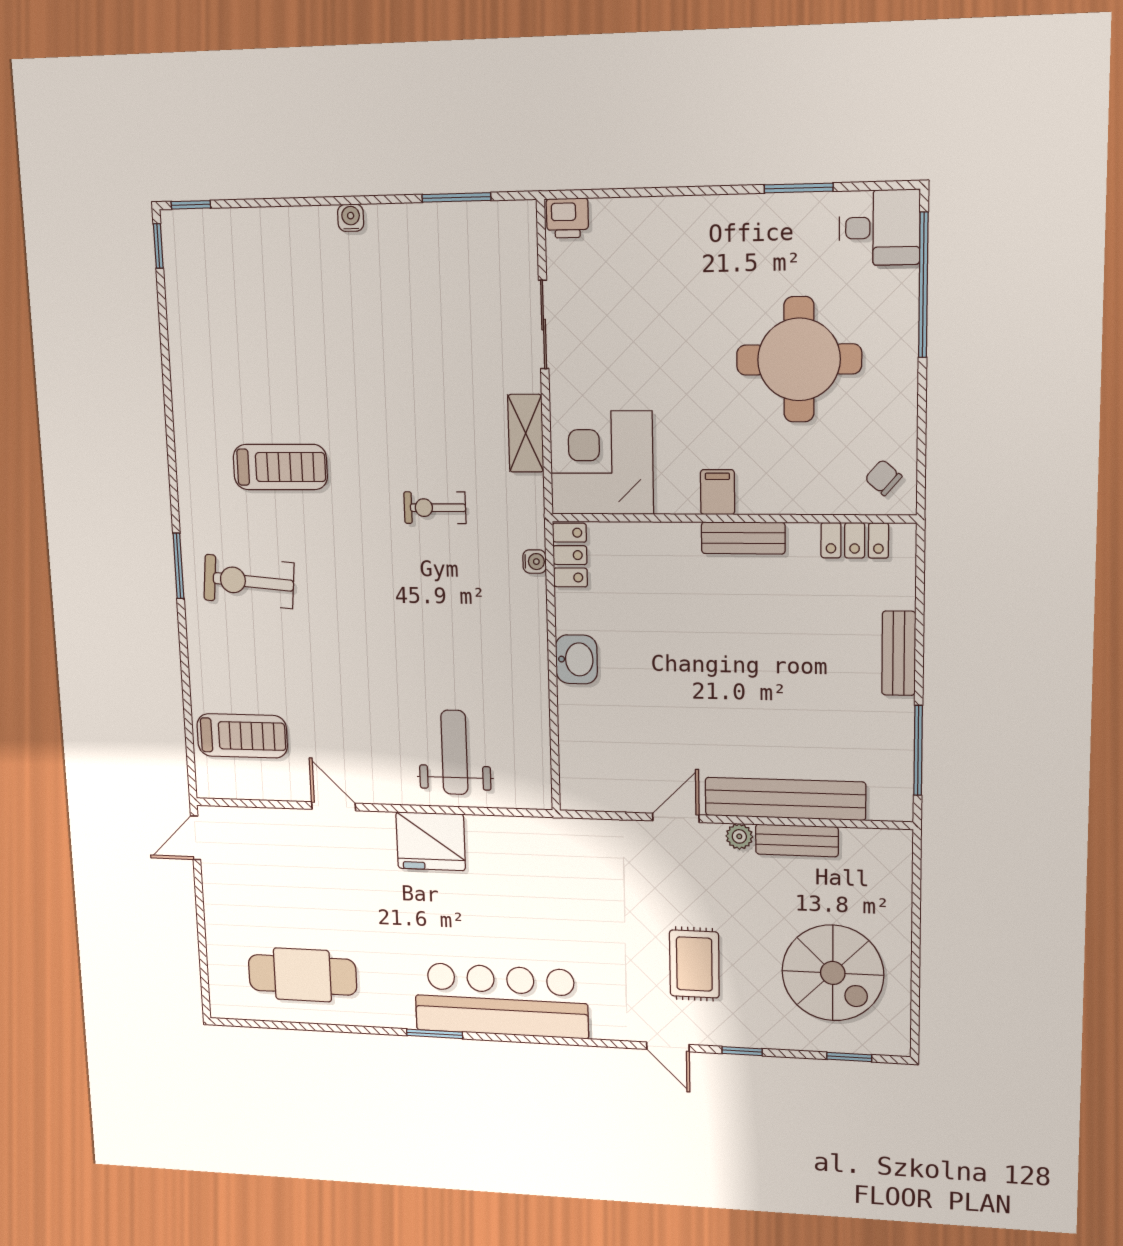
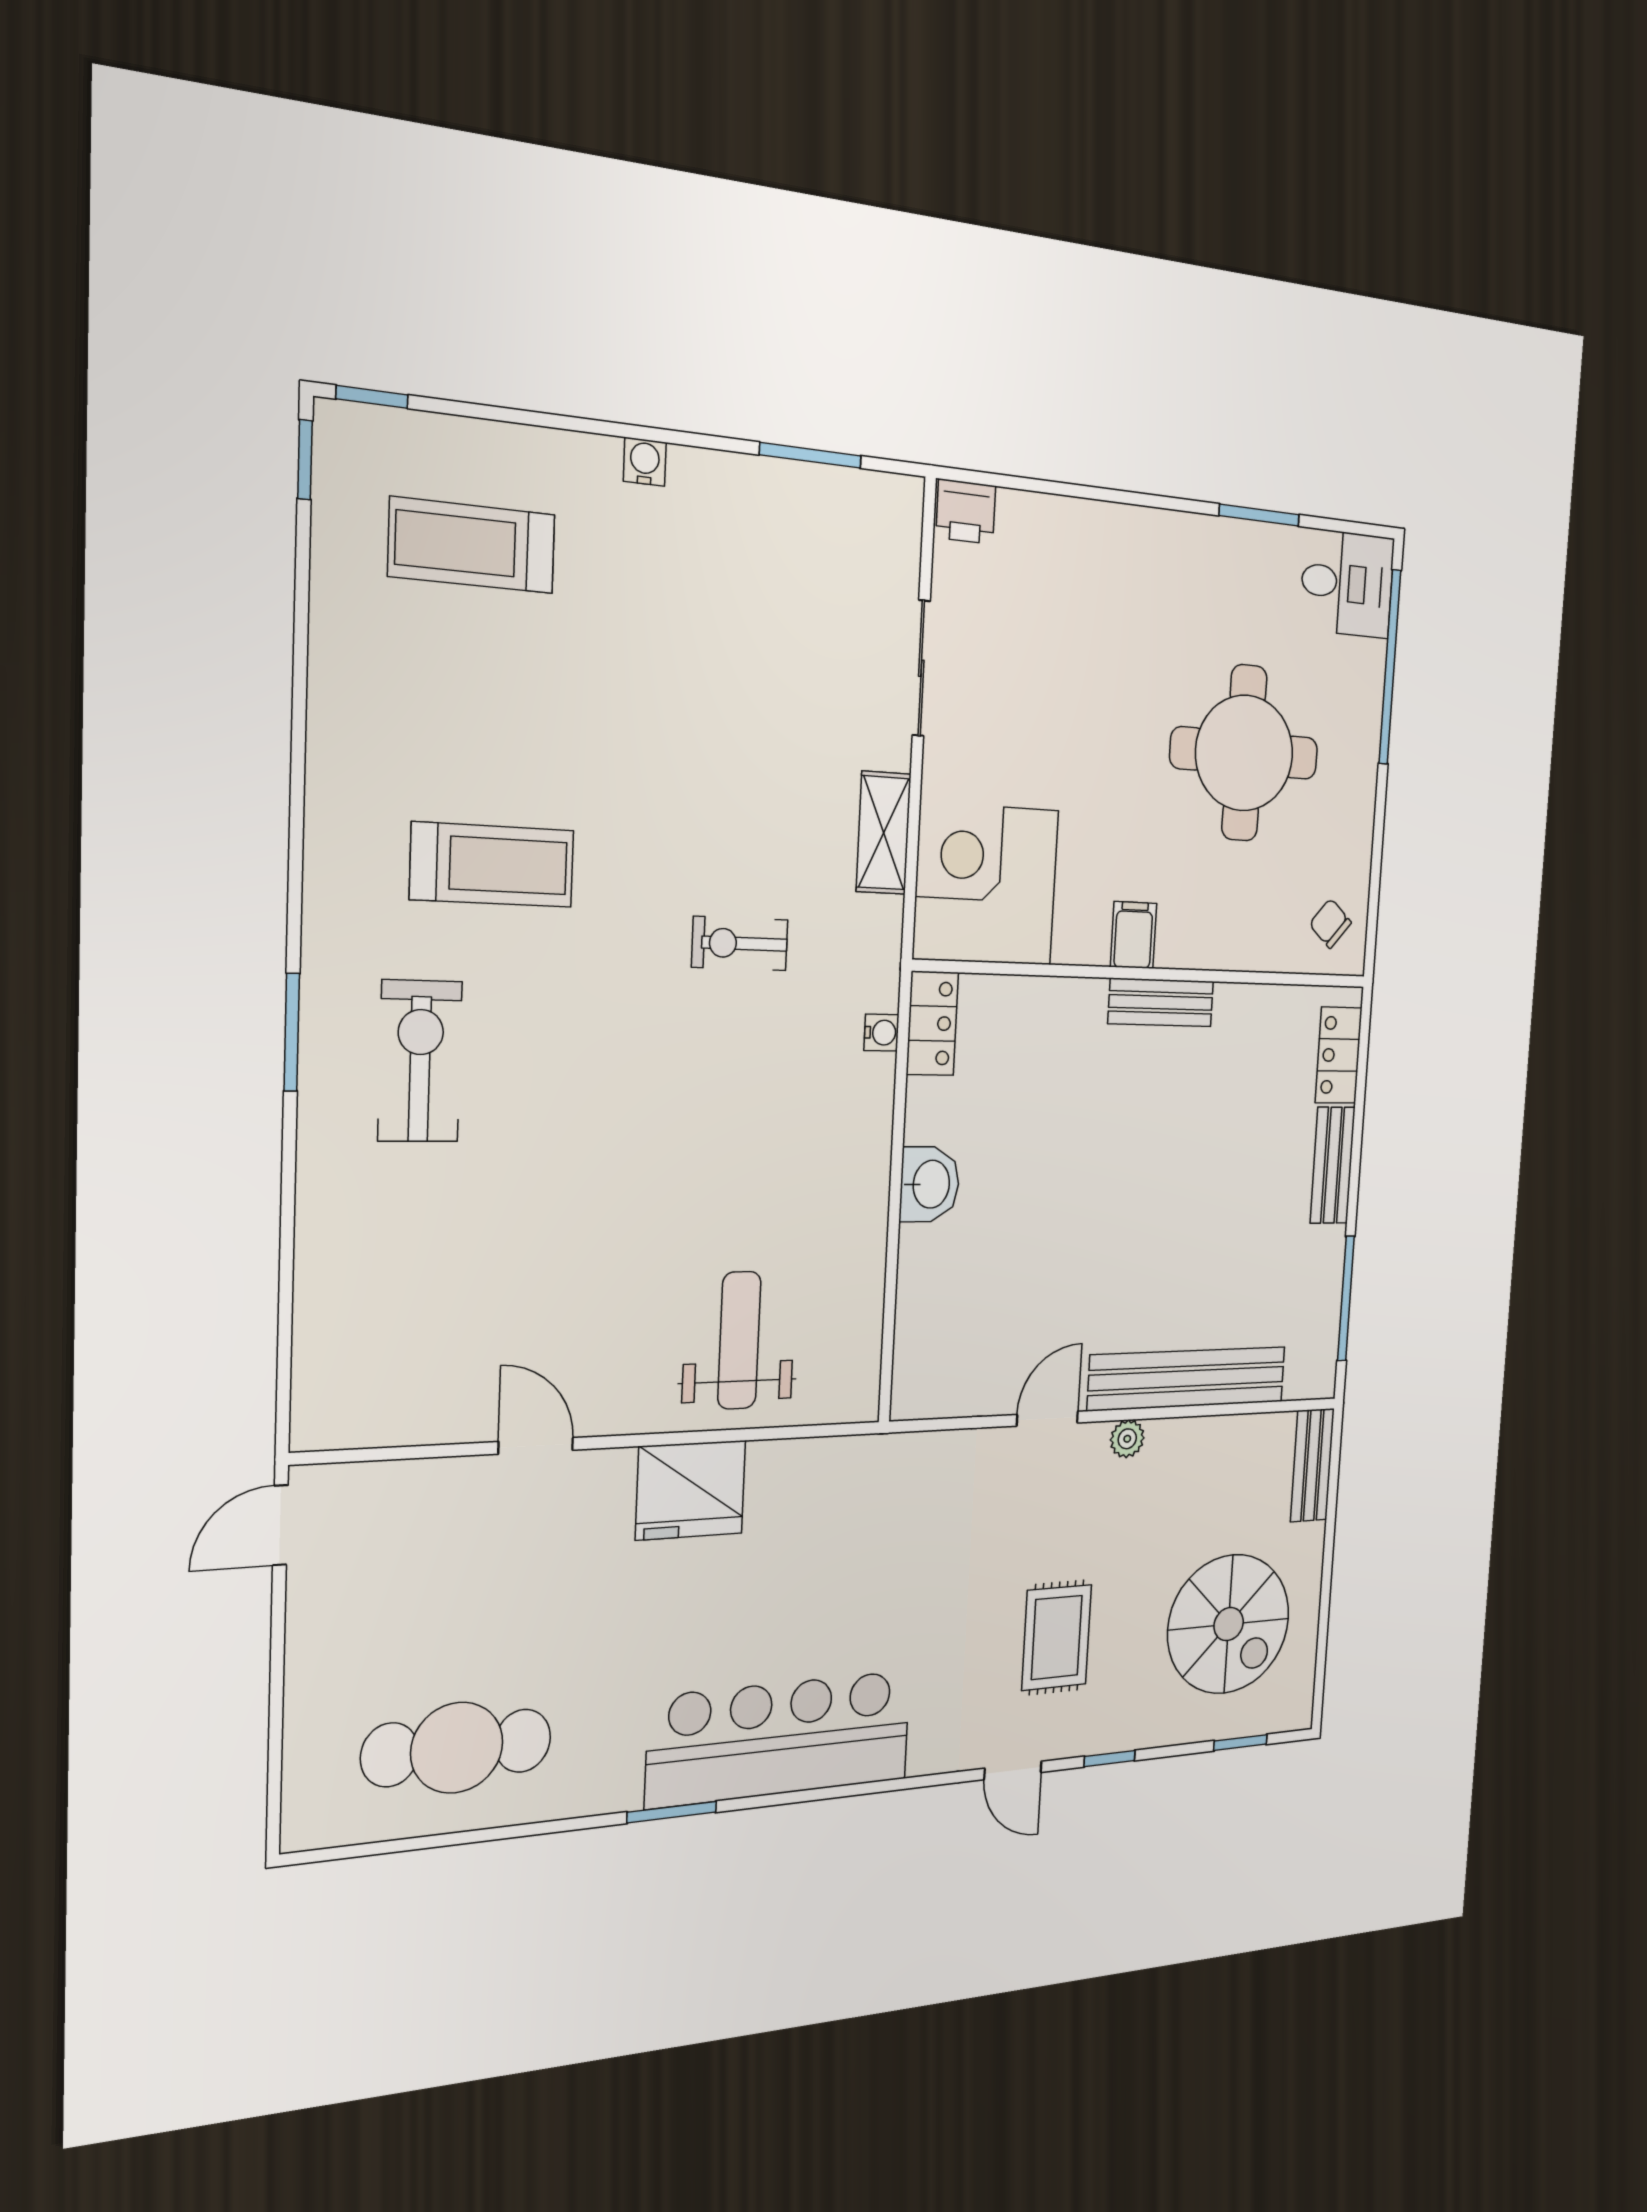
locker: (855, 540) -> (1339, 1055), moved, turned 90
exercise bike: (249, 581) -> (420, 1061), turned 85
treadmill: (242, 736) -> (472, 545), moved, turned 180
bench: (797, 840) -> (1312, 1465), moved, turned 90

